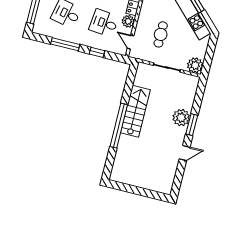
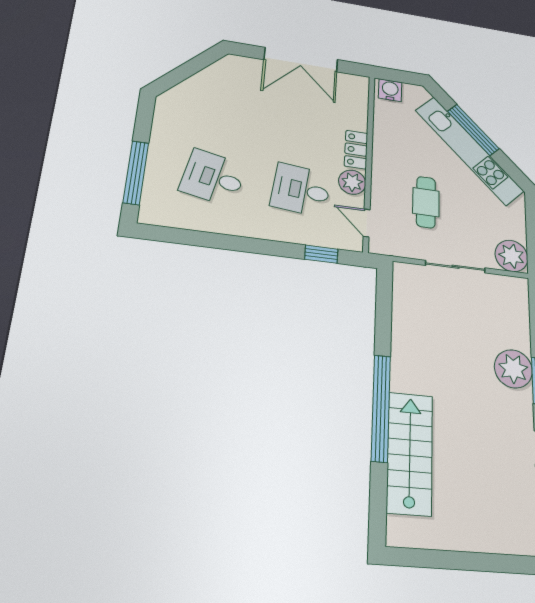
window: (65, 44) -> (221, 241), removed
window: (97, 52) -> (321, 254), moved
stairs: (135, 111) -> (410, 453), moved

